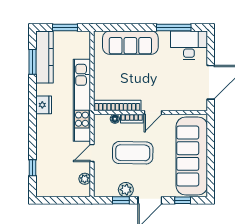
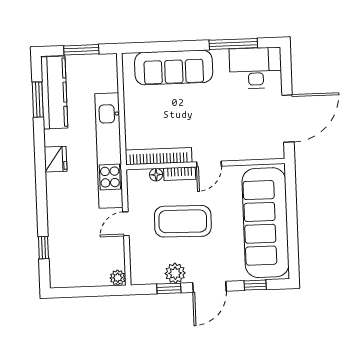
plant: (85, 179) -> (118, 278), moved

